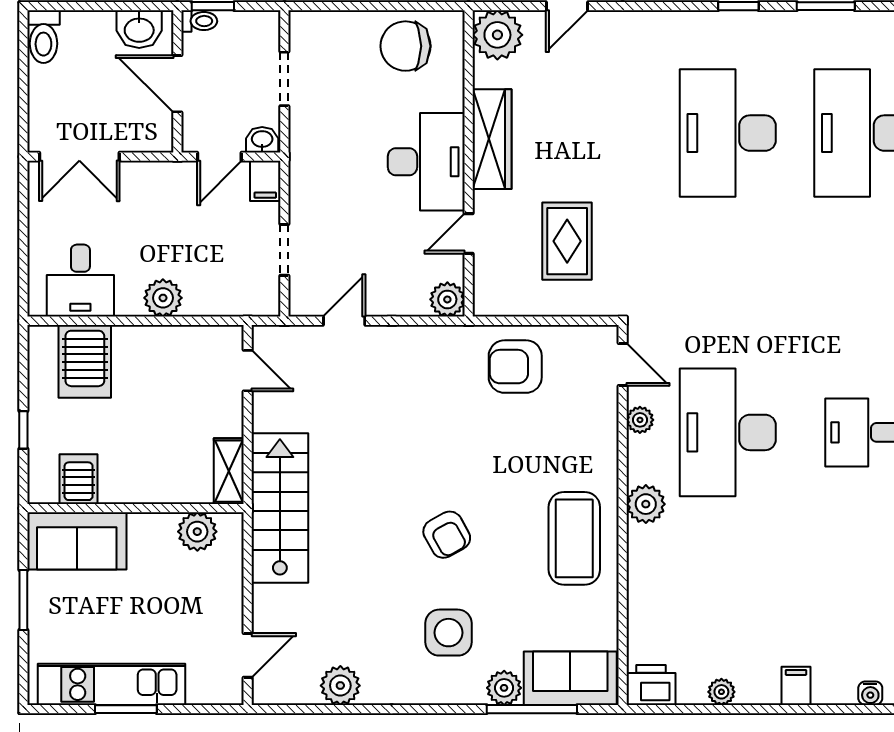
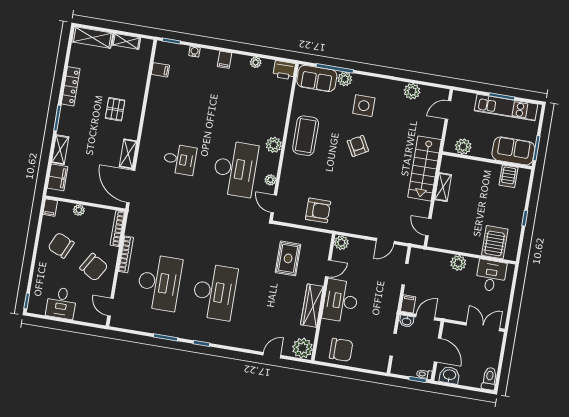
server rack: (79, 479) -> (508, 176), moved
wall: (135, 508) -> (487, 160), moved
plant: (197, 532) -> (463, 147), moved
sofa: (77, 541) -> (513, 151), moved

